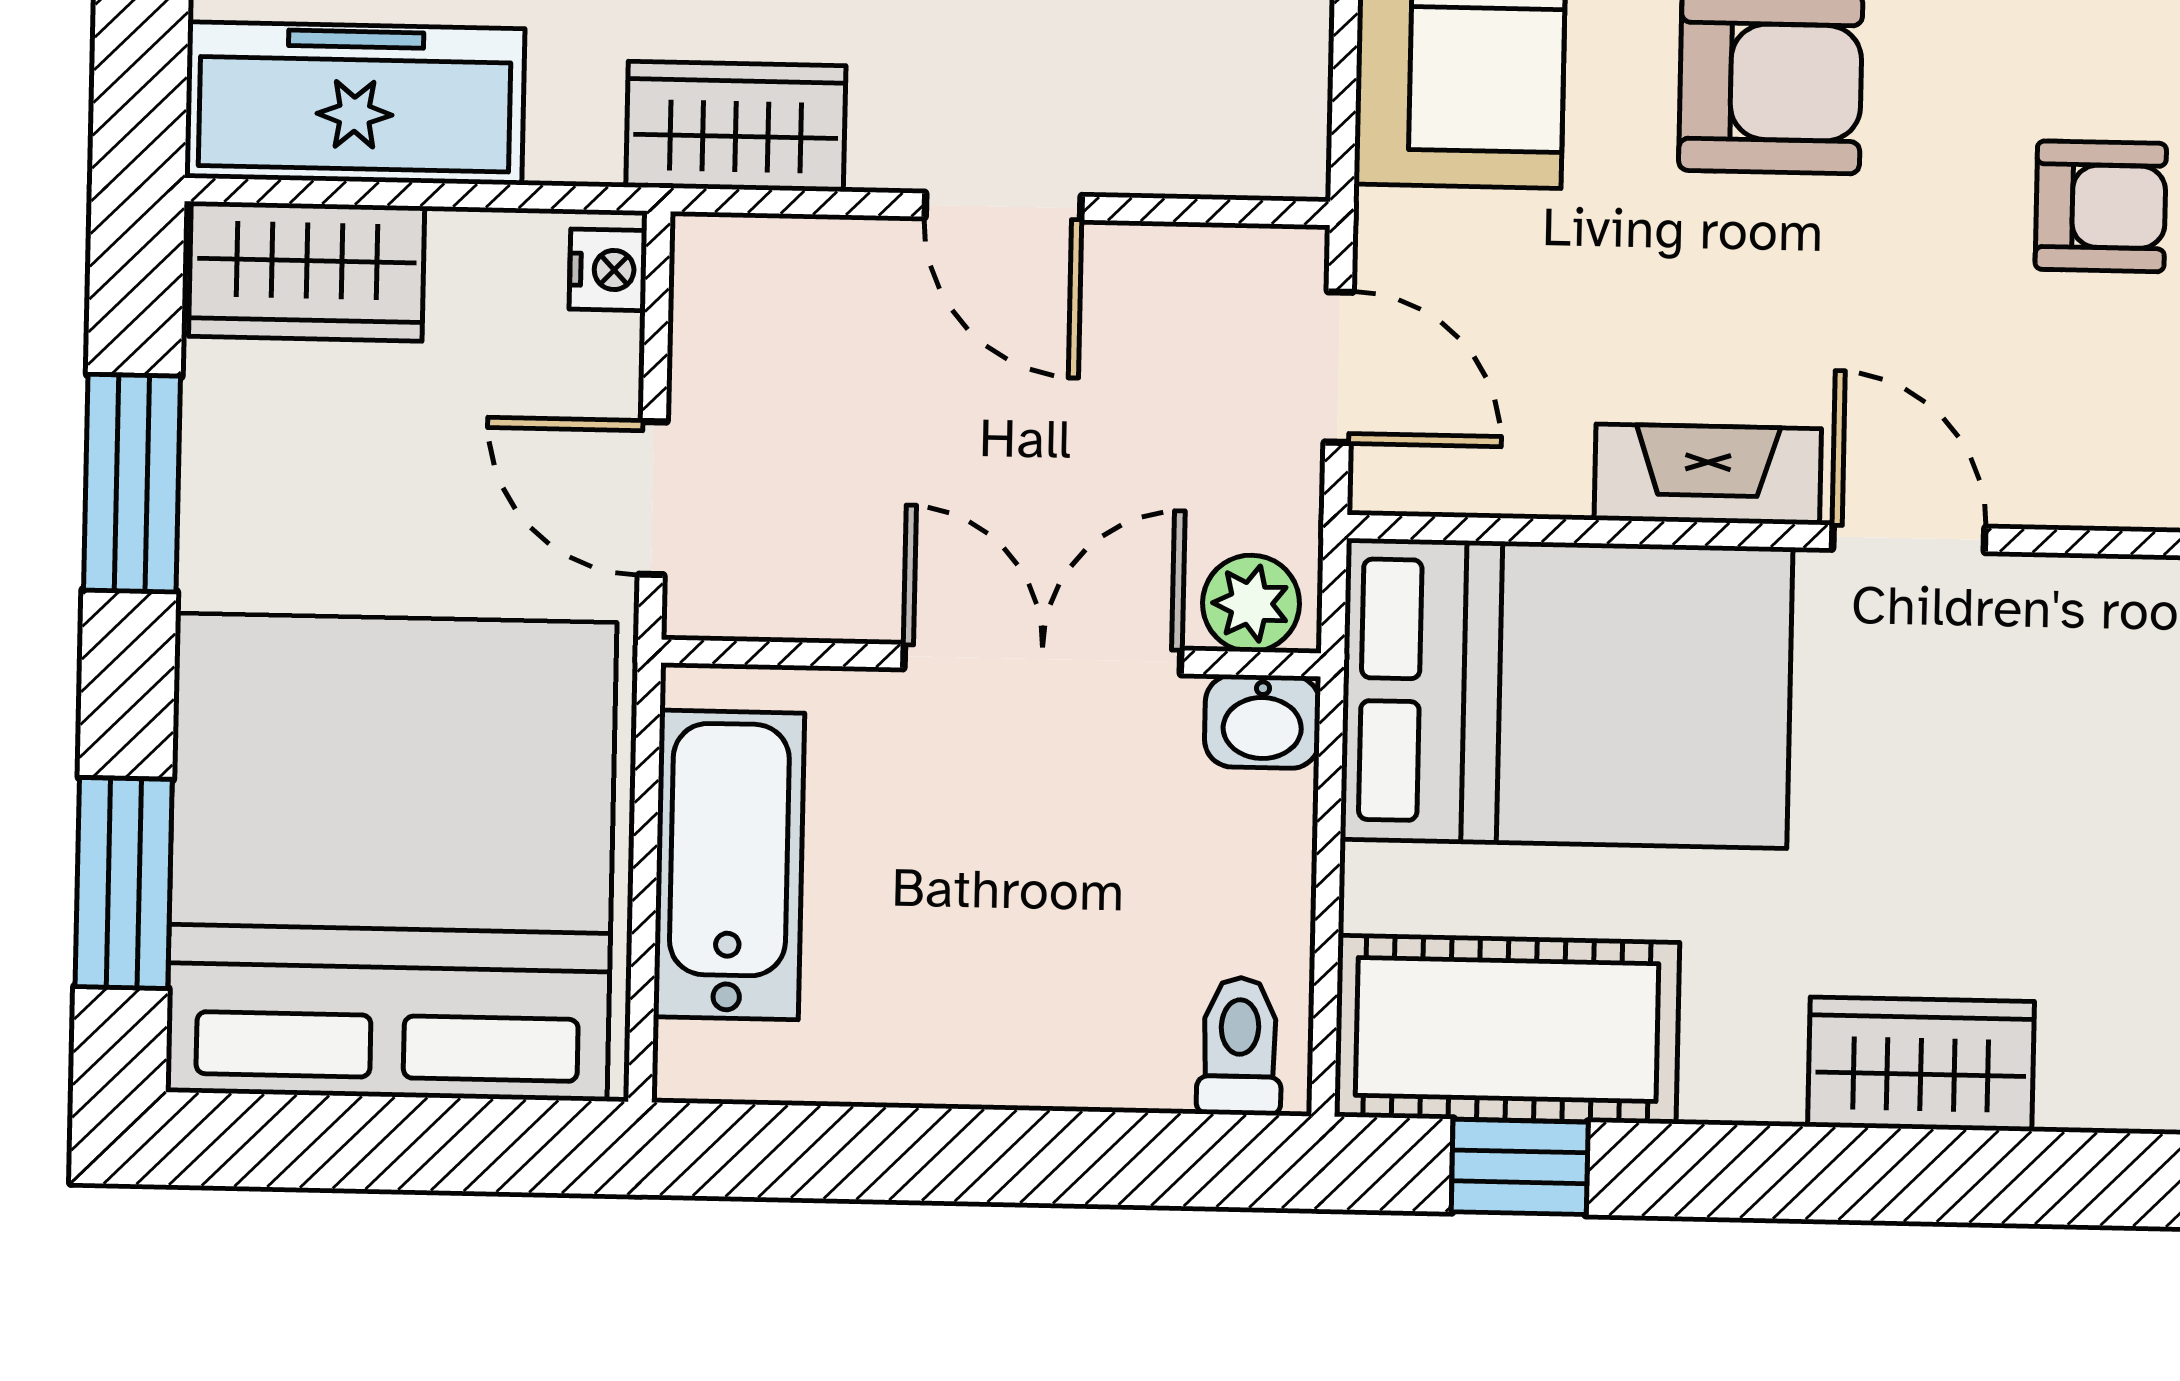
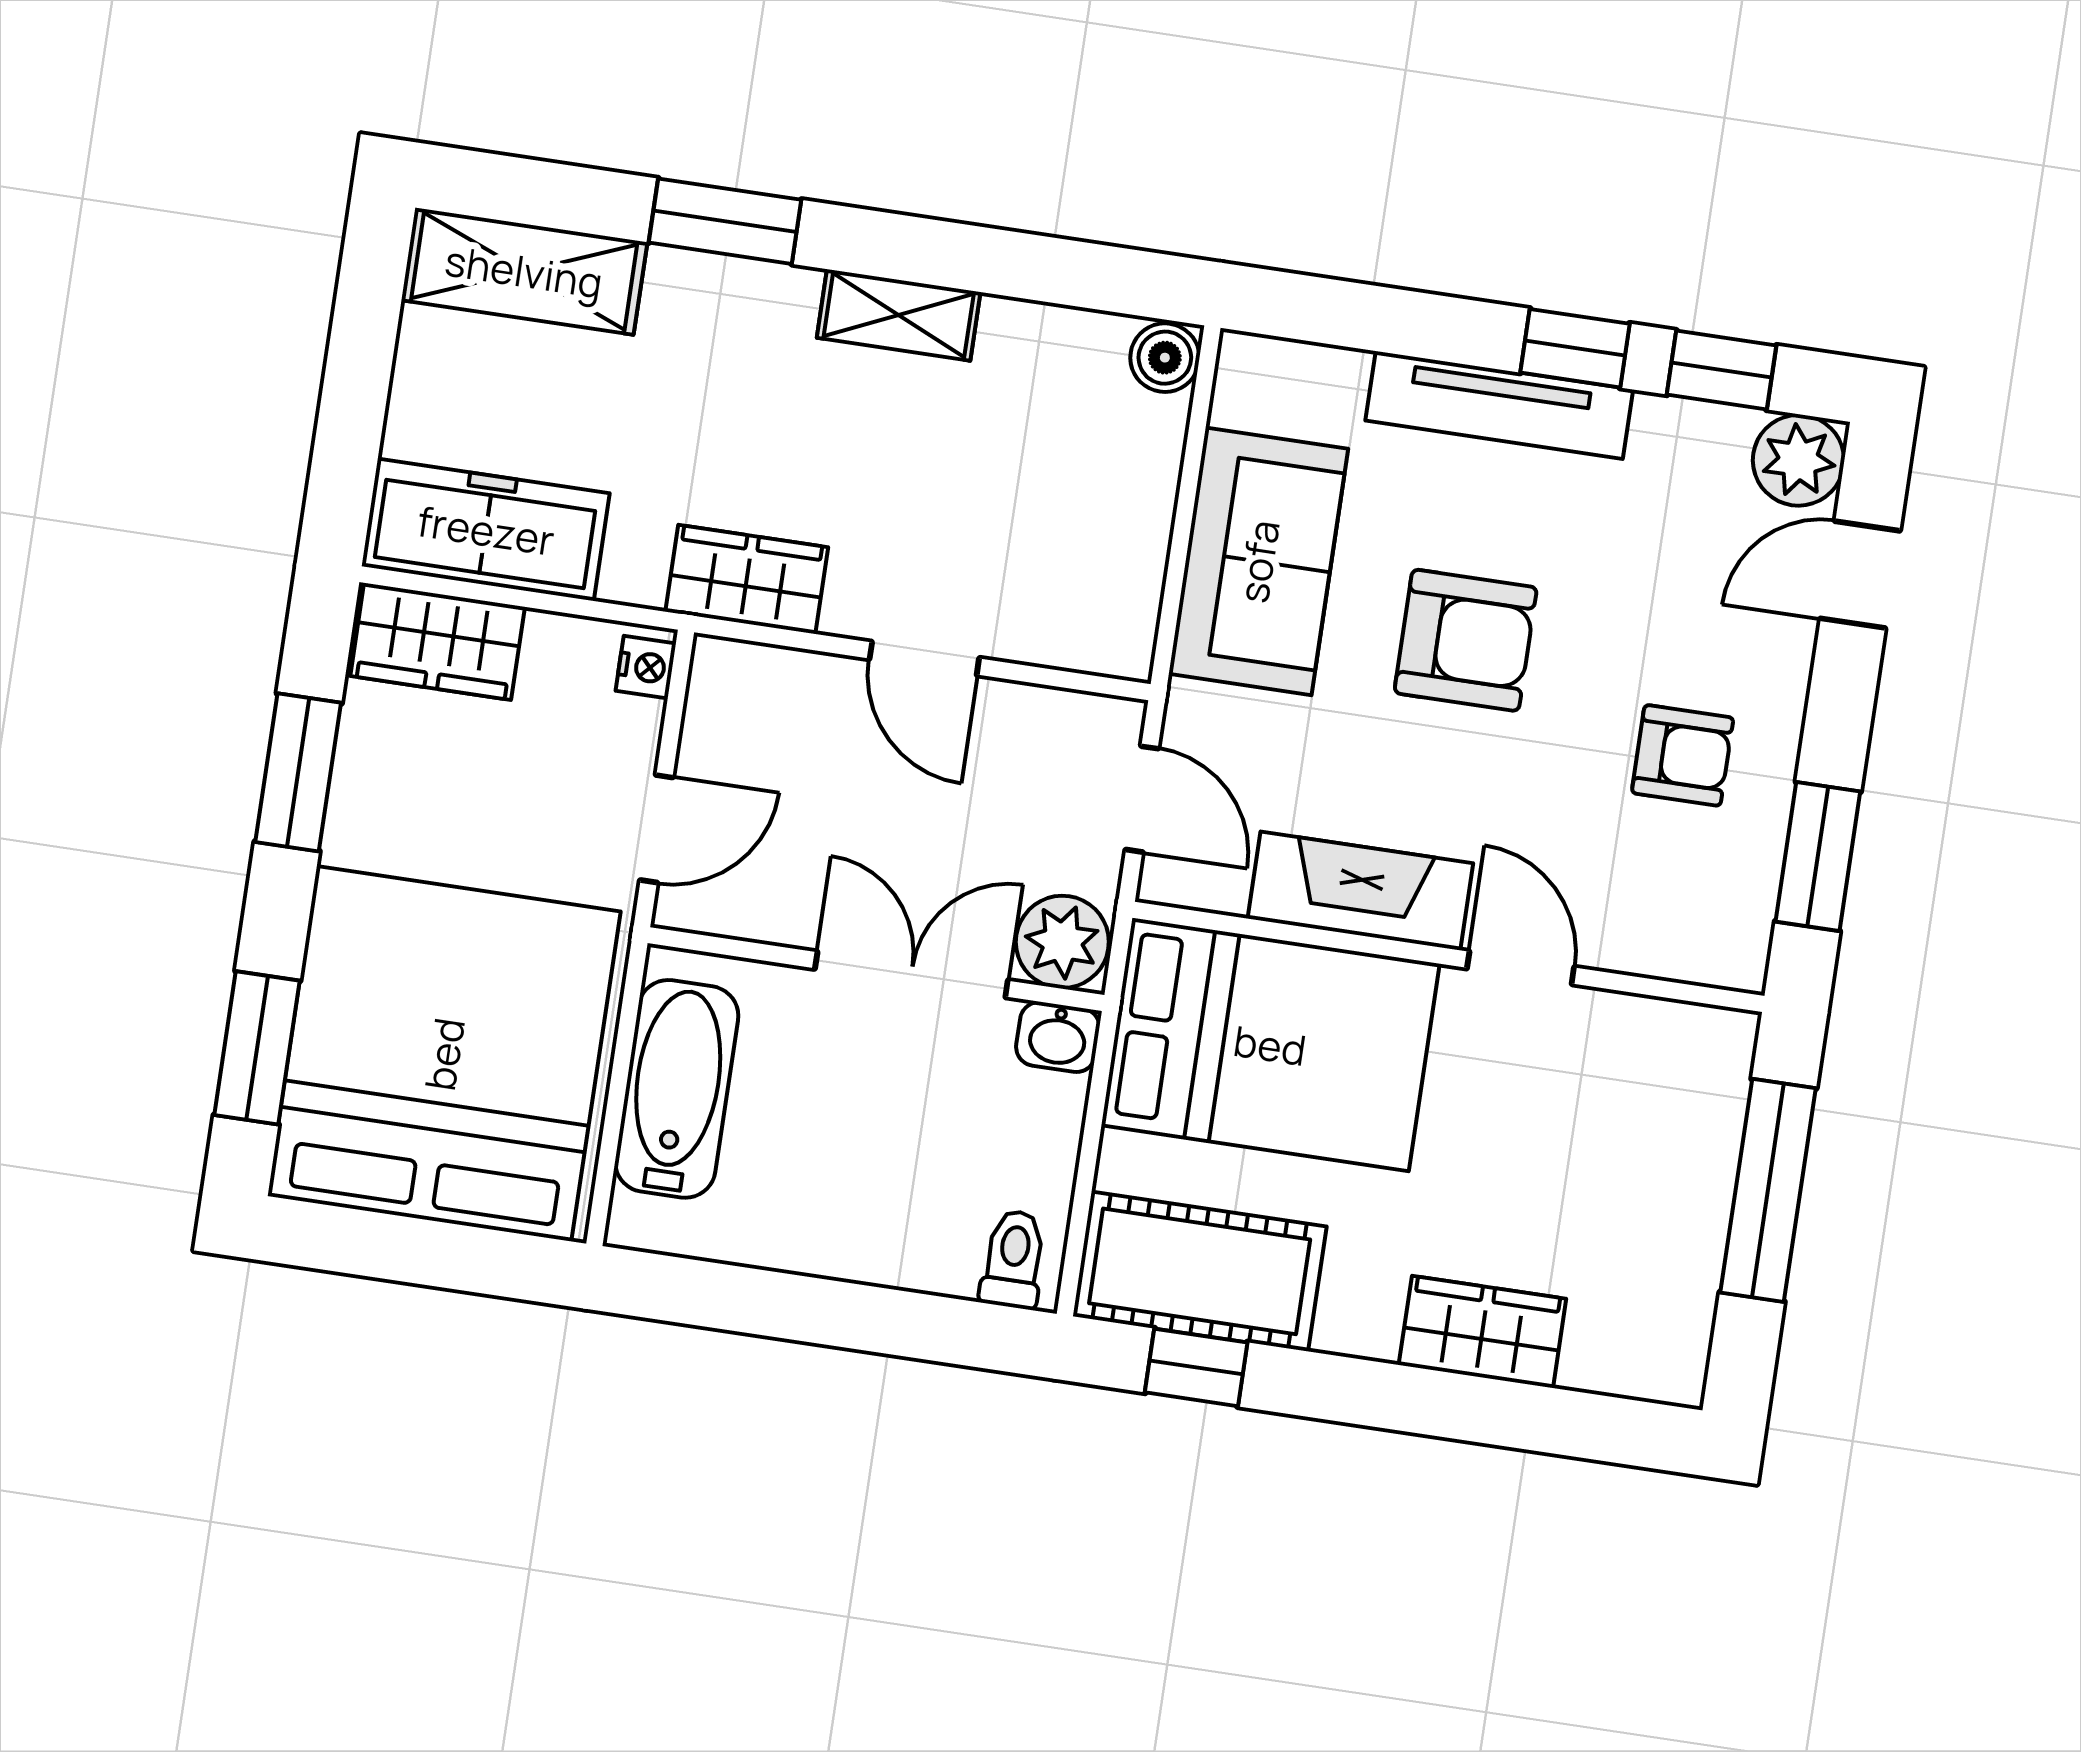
fireplace: (1708, 474) -> (1360, 891), width x1.37, depth x1.32
door: (653, 498) -> (657, 829), swing flipped
plant: (1251, 603) -> (1062, 942), width x1.38, depth x1.38

